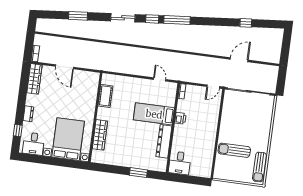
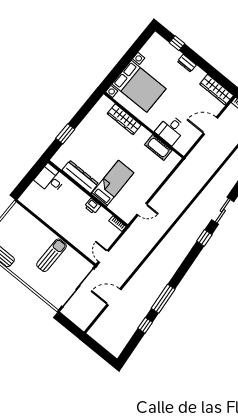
window: (177, 20) -> (163, 299), moved
door: (239, 60) -> (114, 297), swing flipped
desk: (34, 144) -> (171, 130), moved, turned -90
sun lounger: (234, 150) -> (51, 255), moved

